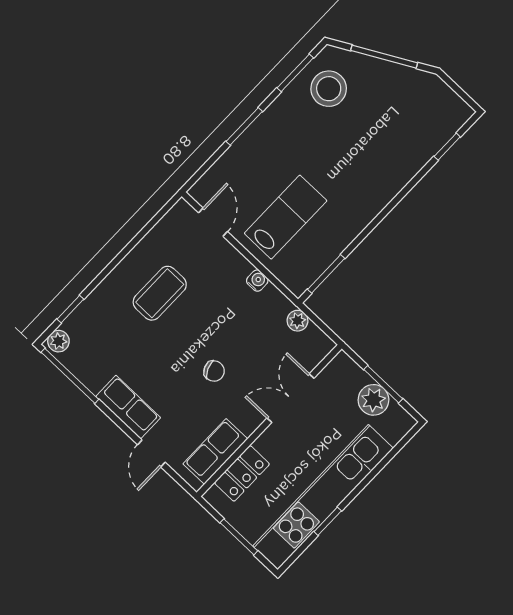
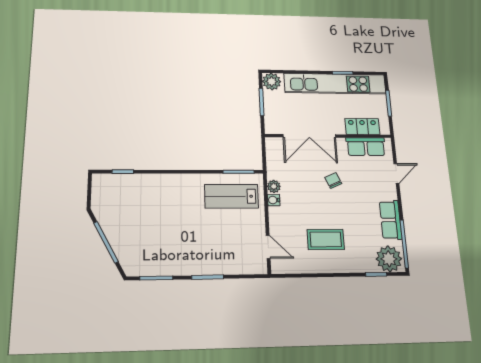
stool: (329, 89) -> (148, 254), removed
lab bench: (286, 217) -> (232, 196), moved
door: (213, 222) -> (268, 247), swing flipped
plant: (298, 321) -> (274, 186), moved
plant: (58, 341) -> (389, 259), width x1.88, depth x1.88
double door: (291, 398) -> (309, 136), width x1.37
plant: (373, 400) -> (272, 82), moved
row of seats: (128, 407) -> (391, 220), moved

